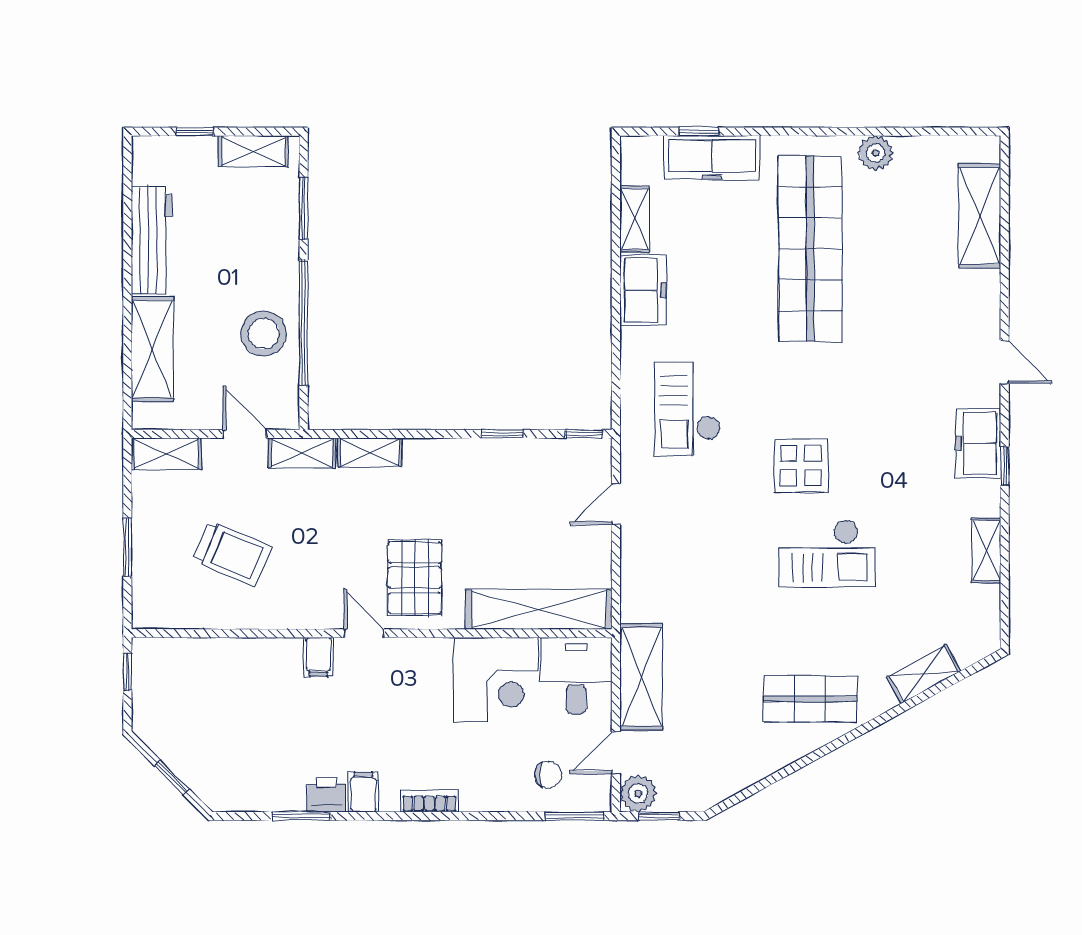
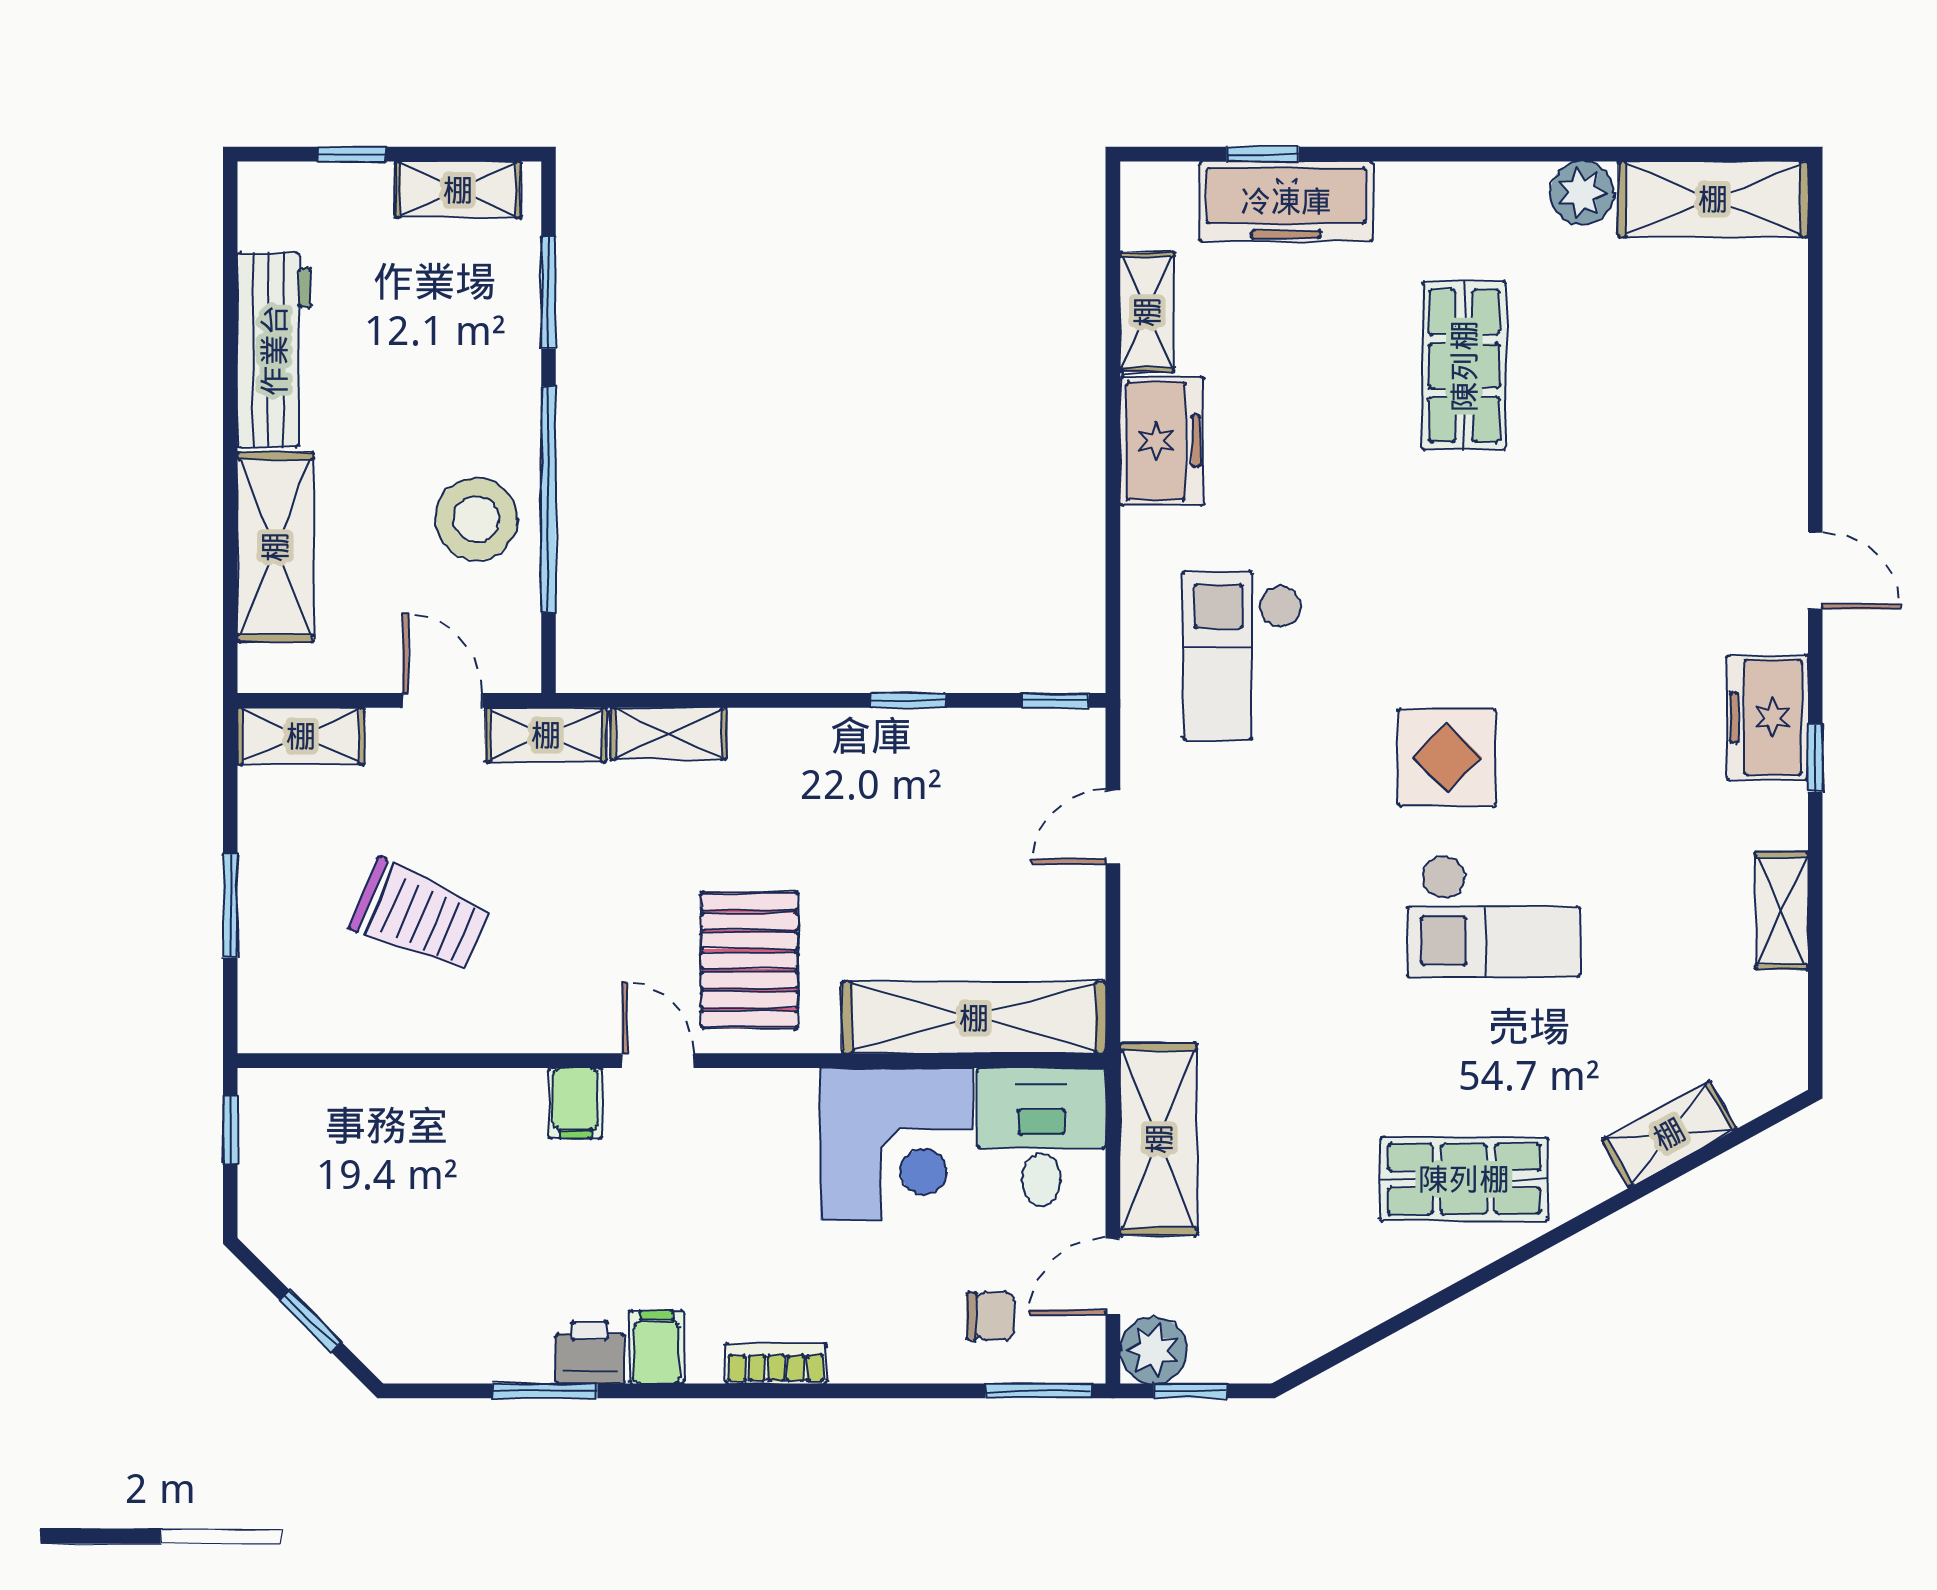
shelving: (980, 216) -> (1713, 199), moved, turned 90
shop shelf: (810, 249) -> (1464, 366), width x0.50, depth x0.74

